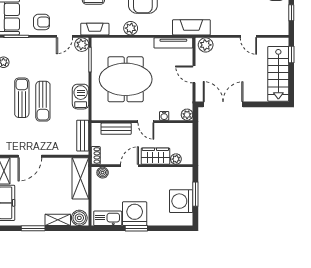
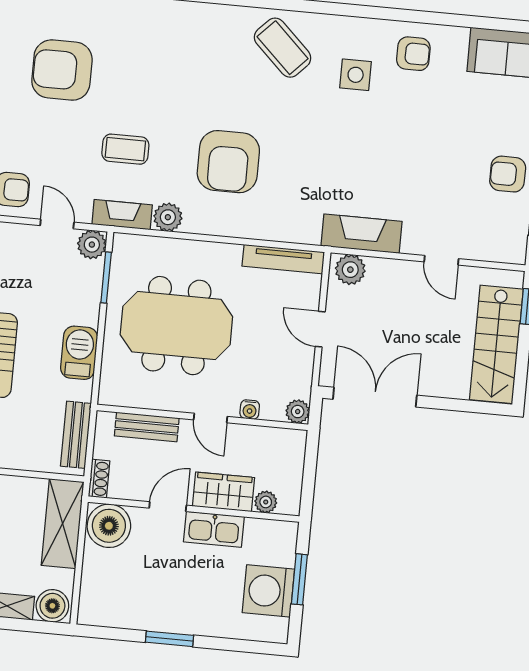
fireplace: (191, 27) -> (362, 234), moved
plant: (131, 28) -> (168, 217), moved
door: (64, 36) -> (57, 224), swing flipped
boiler: (103, 173) -> (109, 526), width x1.86, depth x1.86
washing machine: (135, 214) -> (169, 608), removed
kitchen sink: (108, 218) -> (214, 529), moved, turned 180

